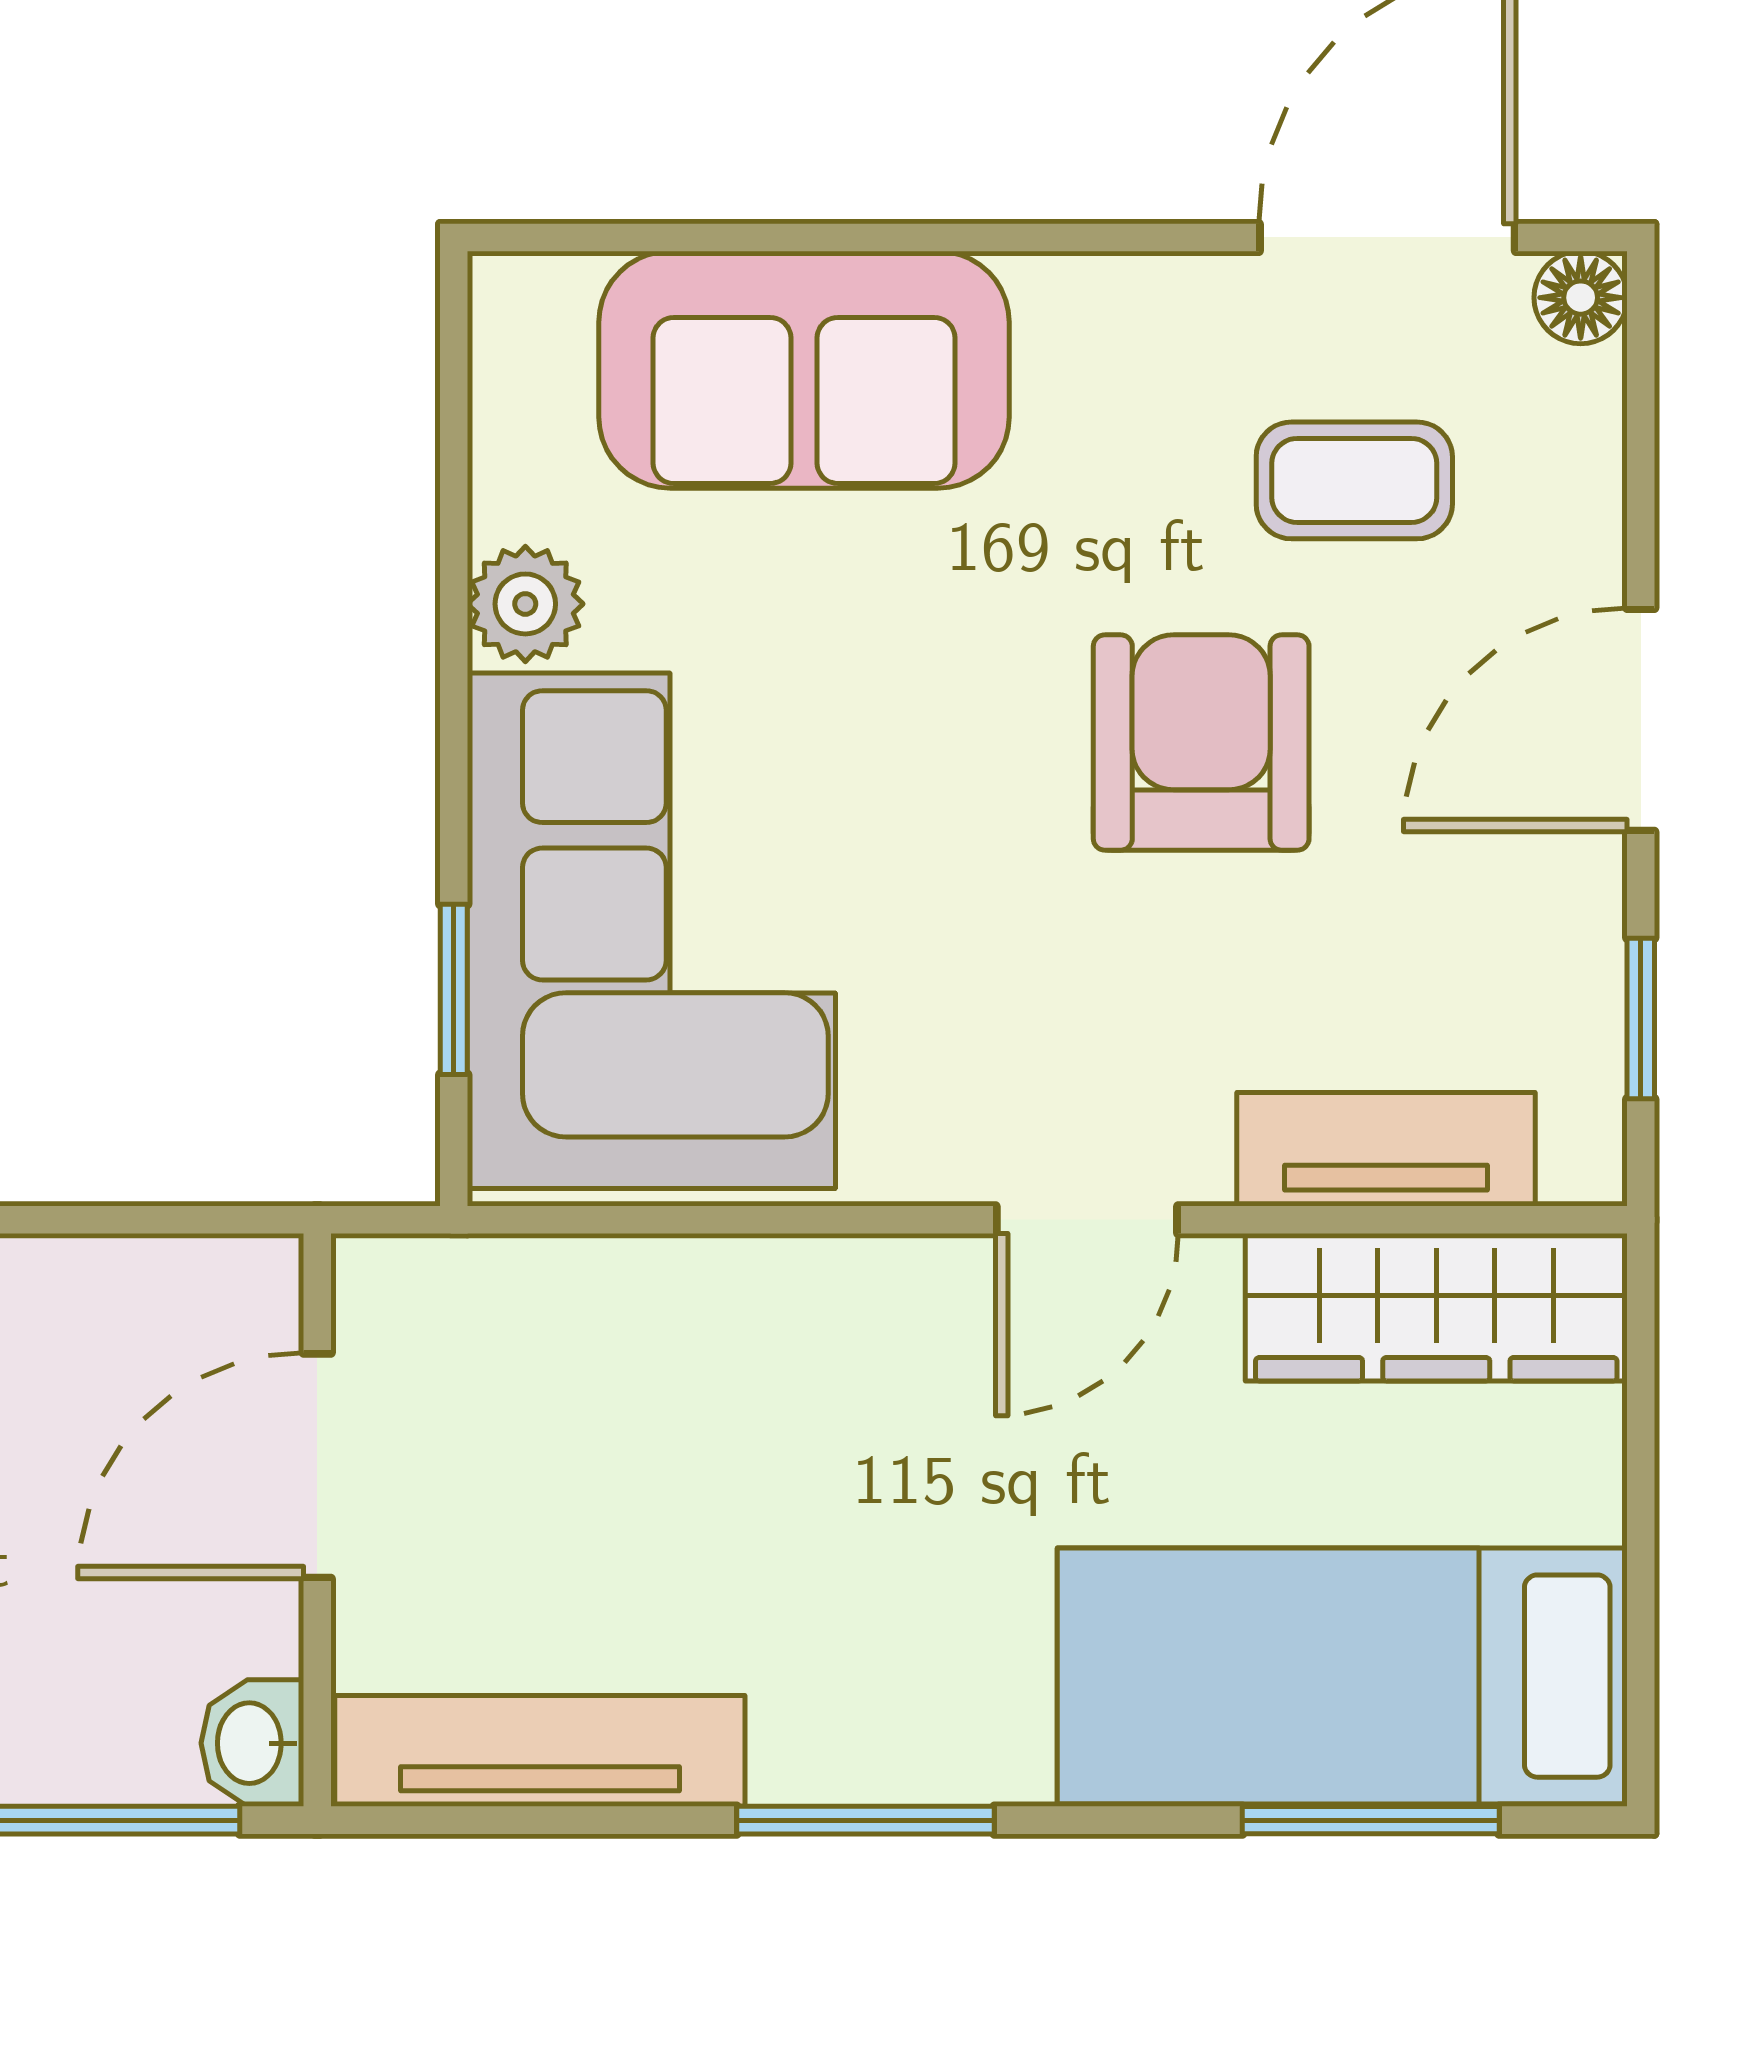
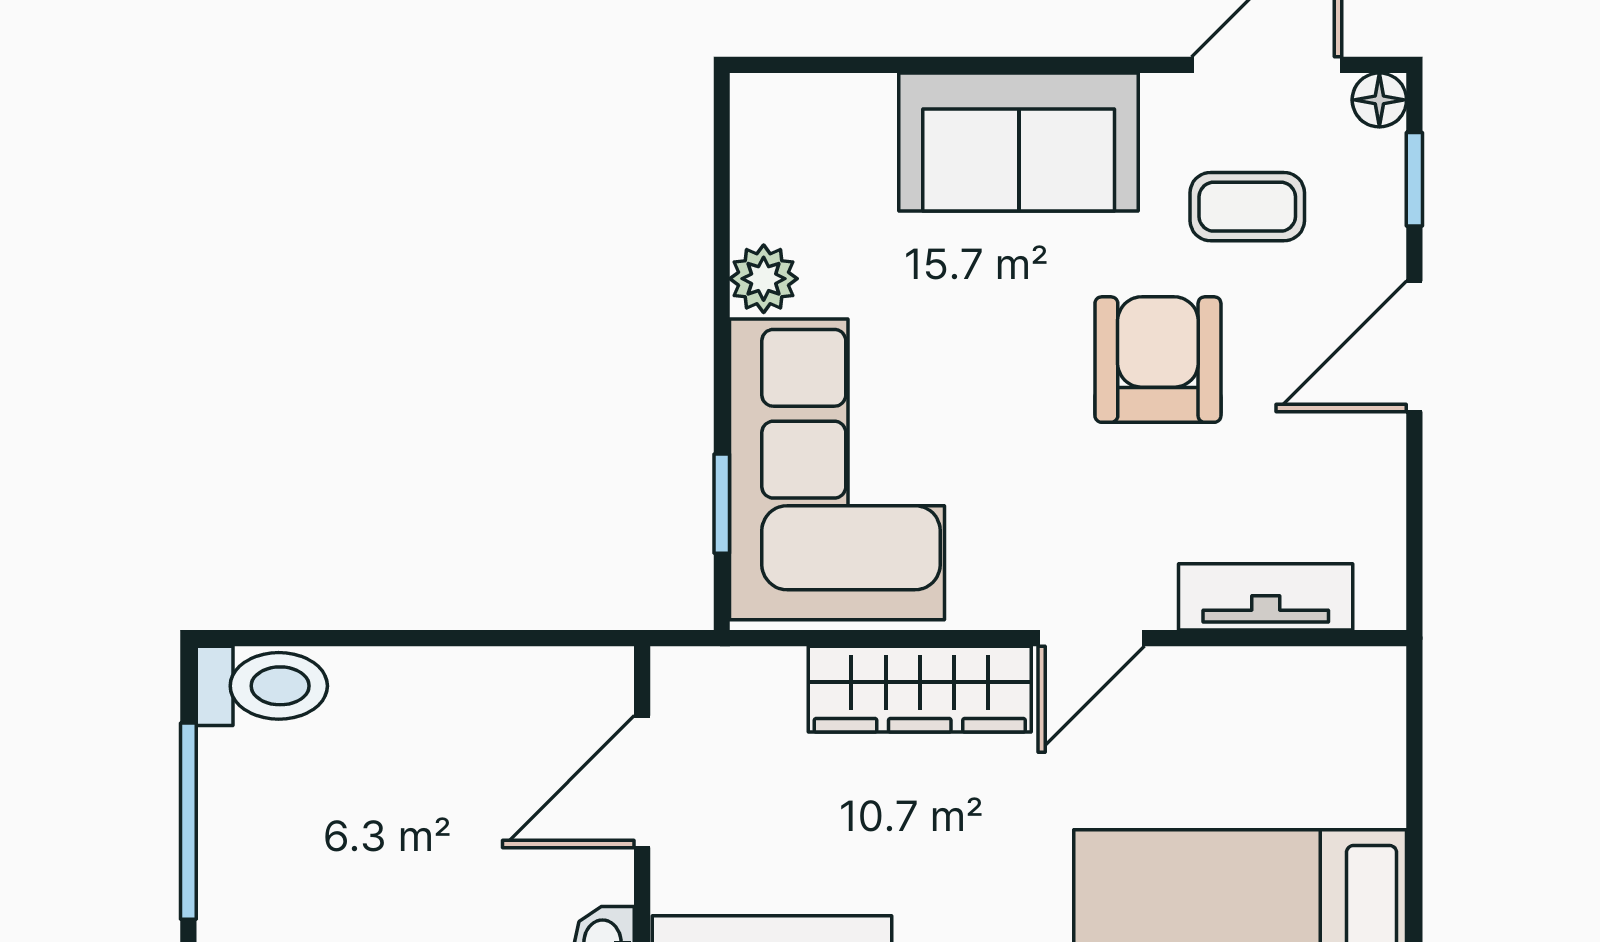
sofa: (804, 370) -> (1019, 142), moved
window: (1641, 1018) -> (1414, 179), moved
wardrobe: (1436, 1307) -> (920, 689), moved

